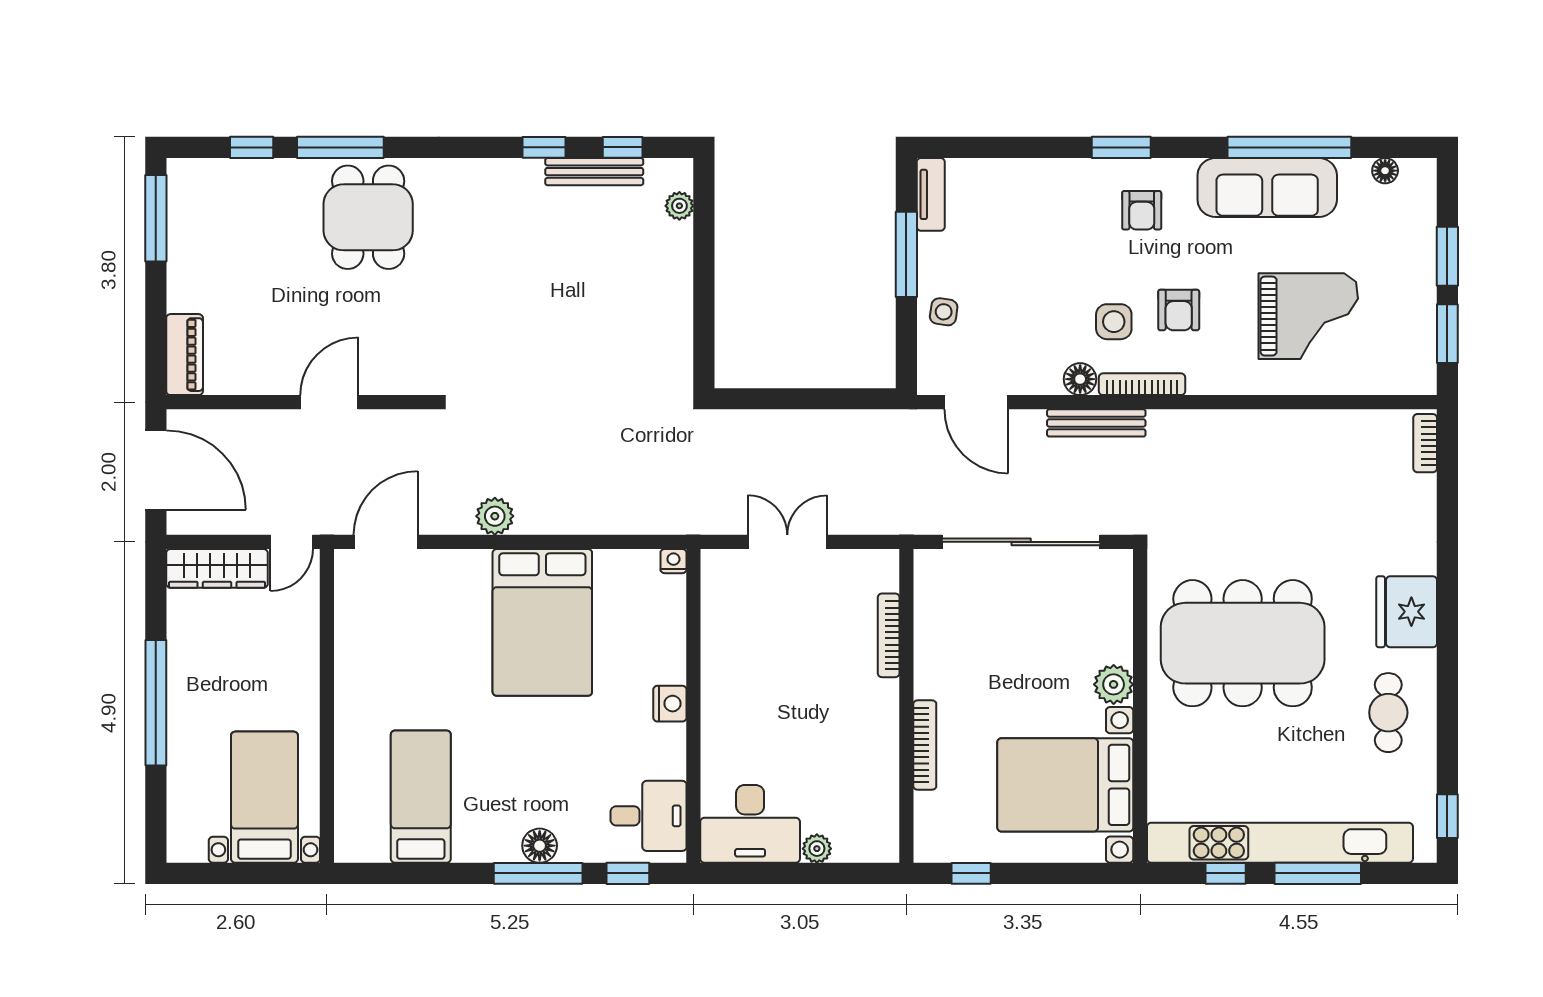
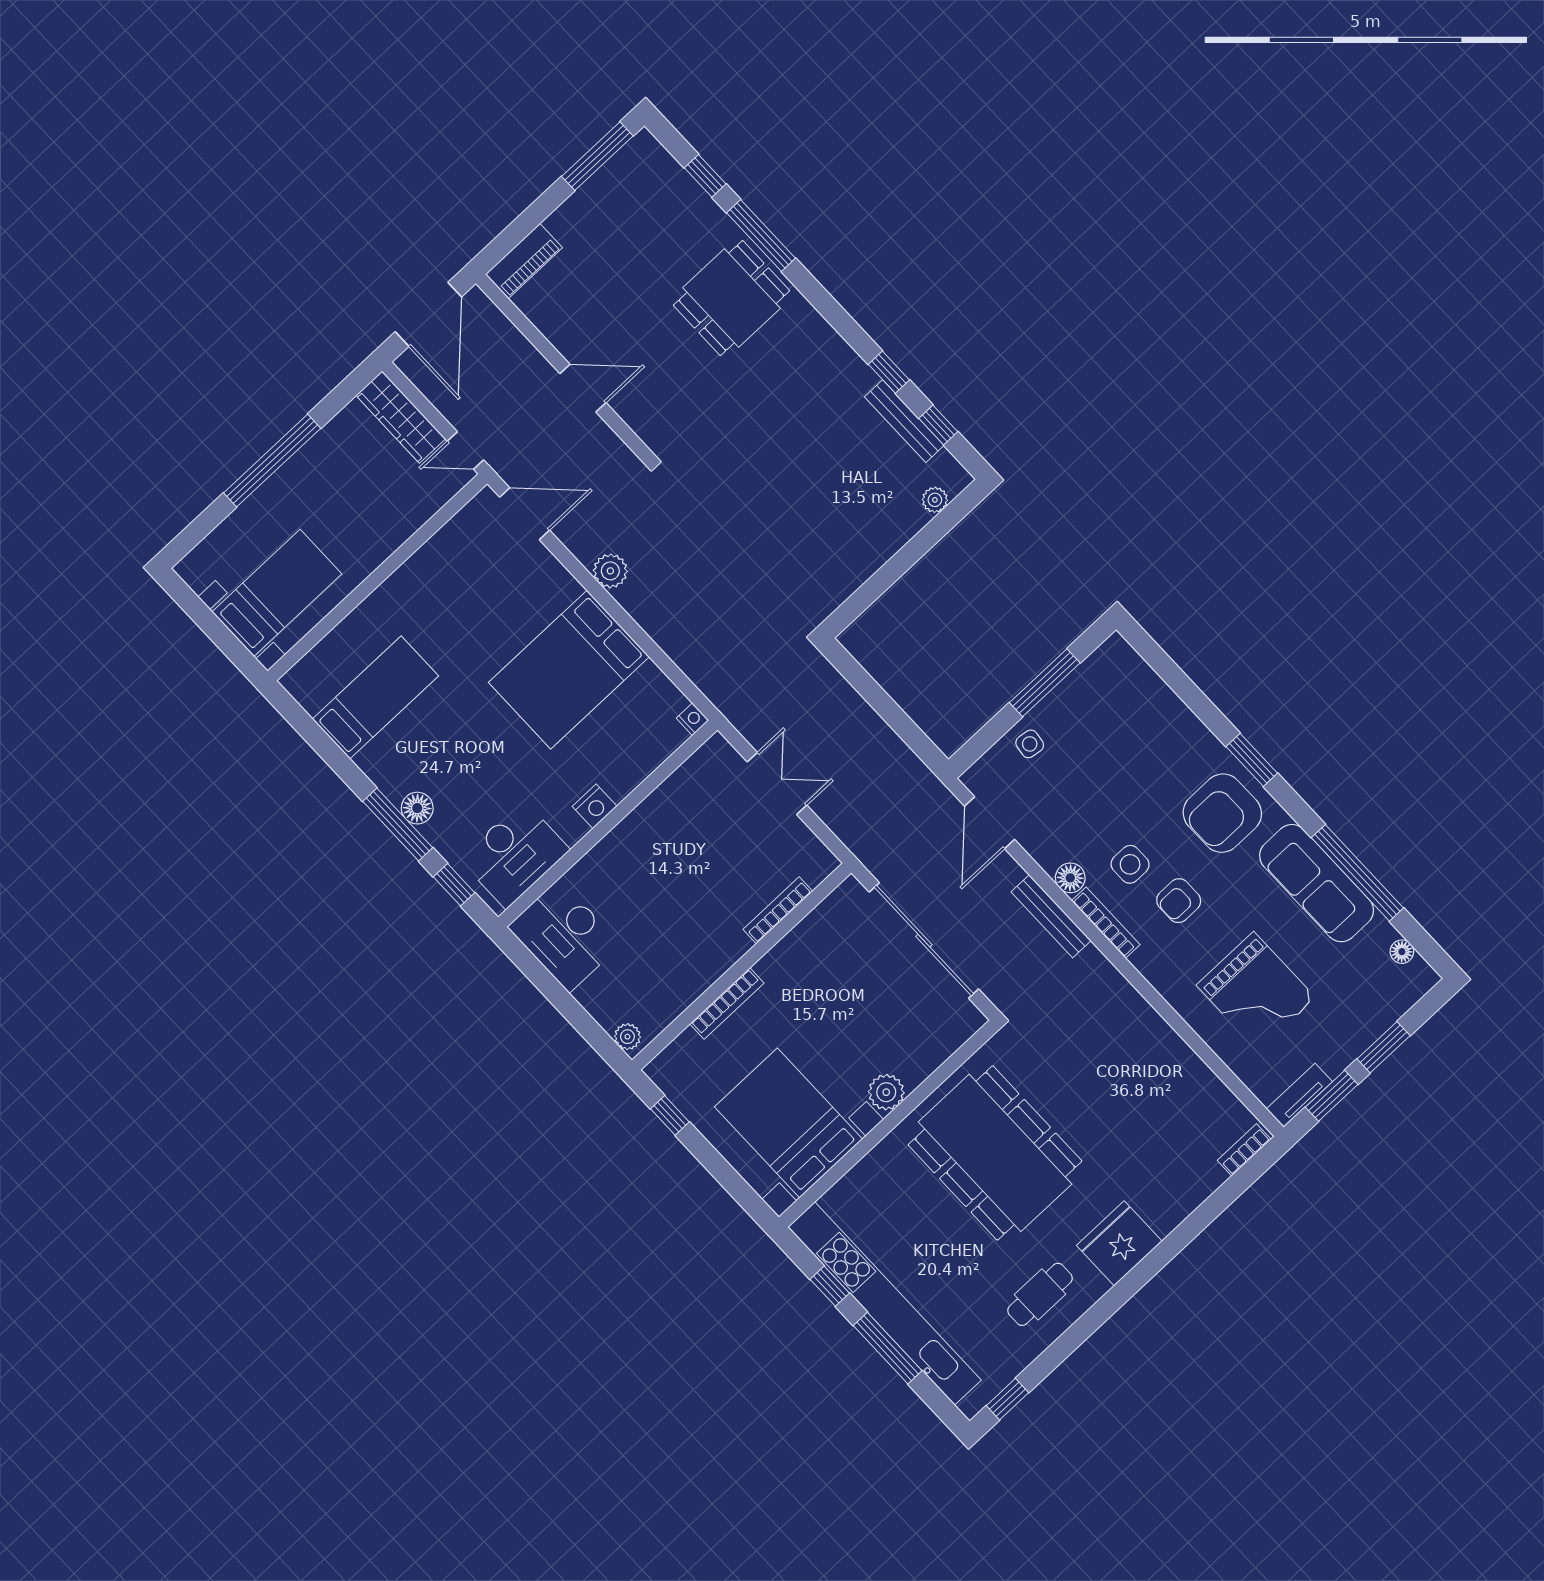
tv unit: (931, 194) -> (1299, 1095), moved, turned 180
armchair: (1142, 210) -> (1222, 813), width x1.88, depth x1.88
desk: (649, 816) -> (515, 854), width x1.37
plant: (817, 849) -> (627, 1037), moved

